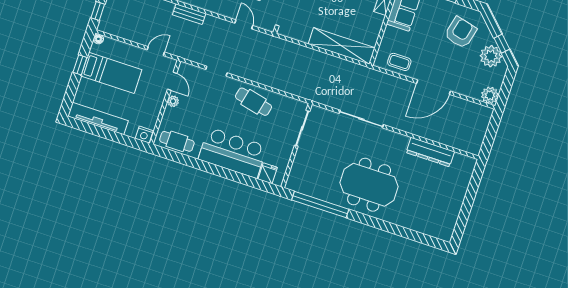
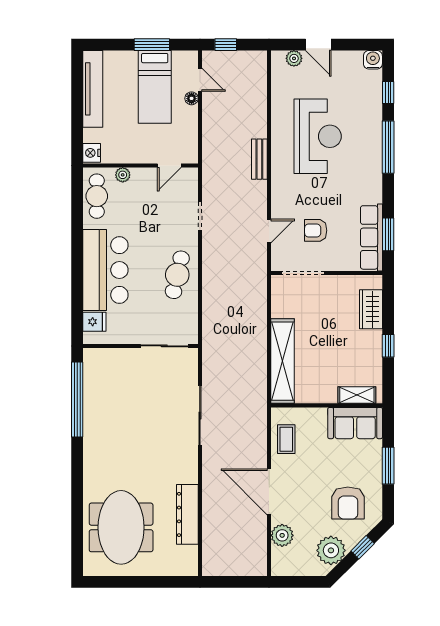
armchair: (461, 32) -> (348, 503), turned 76
floor lamp: (98, 39) -> (192, 98), moved
window: (502, 44) -> (363, 547), moved
door: (156, 51) -> (200, 80), moved
window: (80, 65) -> (152, 45), width x1.50
plant: (490, 95) -> (282, 535), moved
plant: (173, 101) -> (123, 175), moved
meeting table: (369, 185) -> (121, 527), moved

